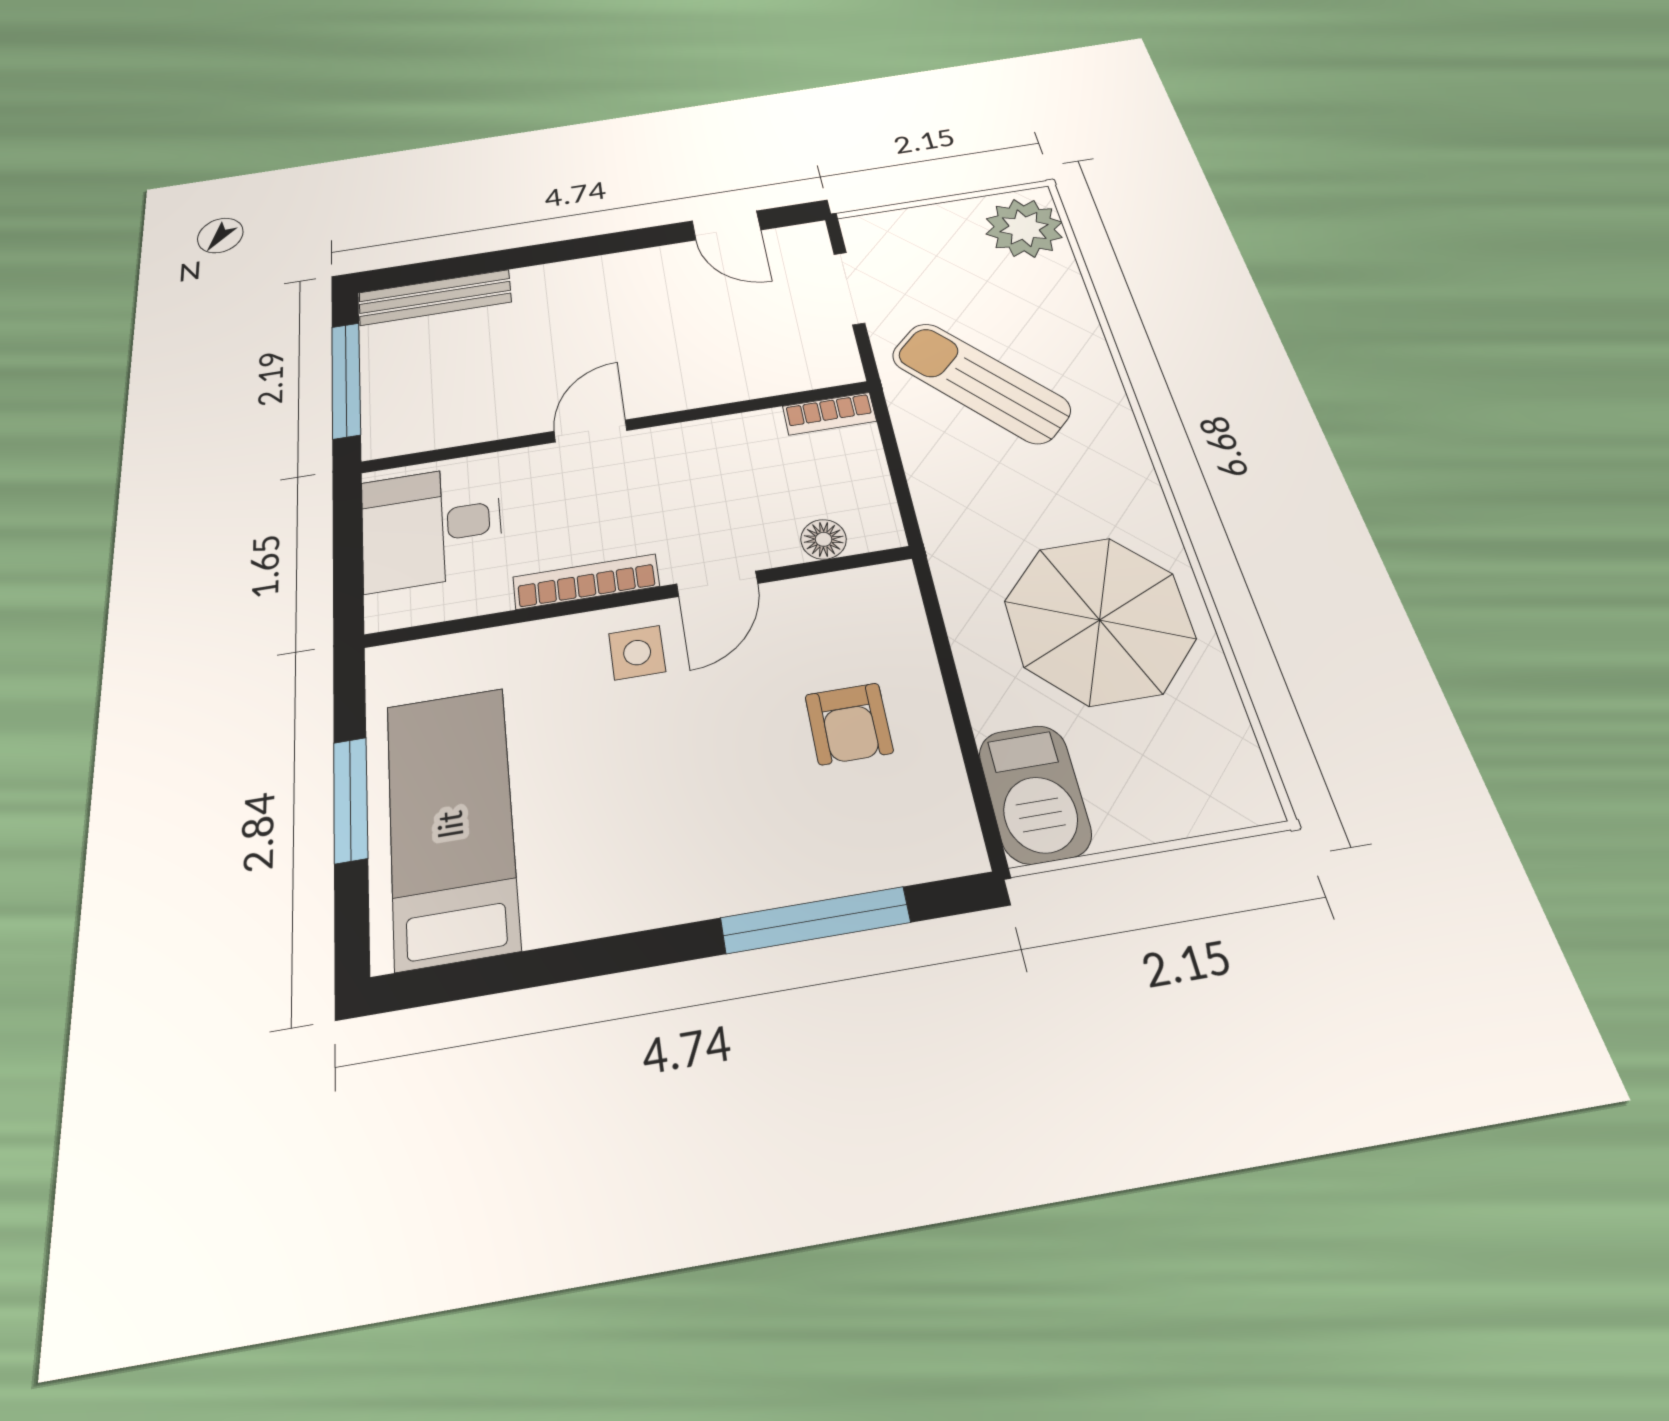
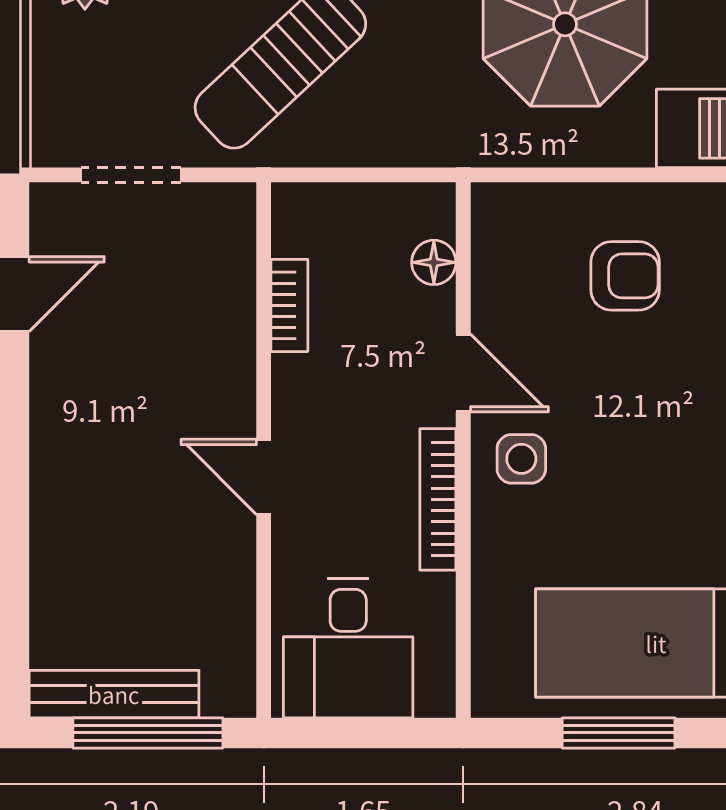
bench: (435, 297) -> (114, 694), moved, turned 90
bookcase: (829, 414) -> (289, 305), moved

